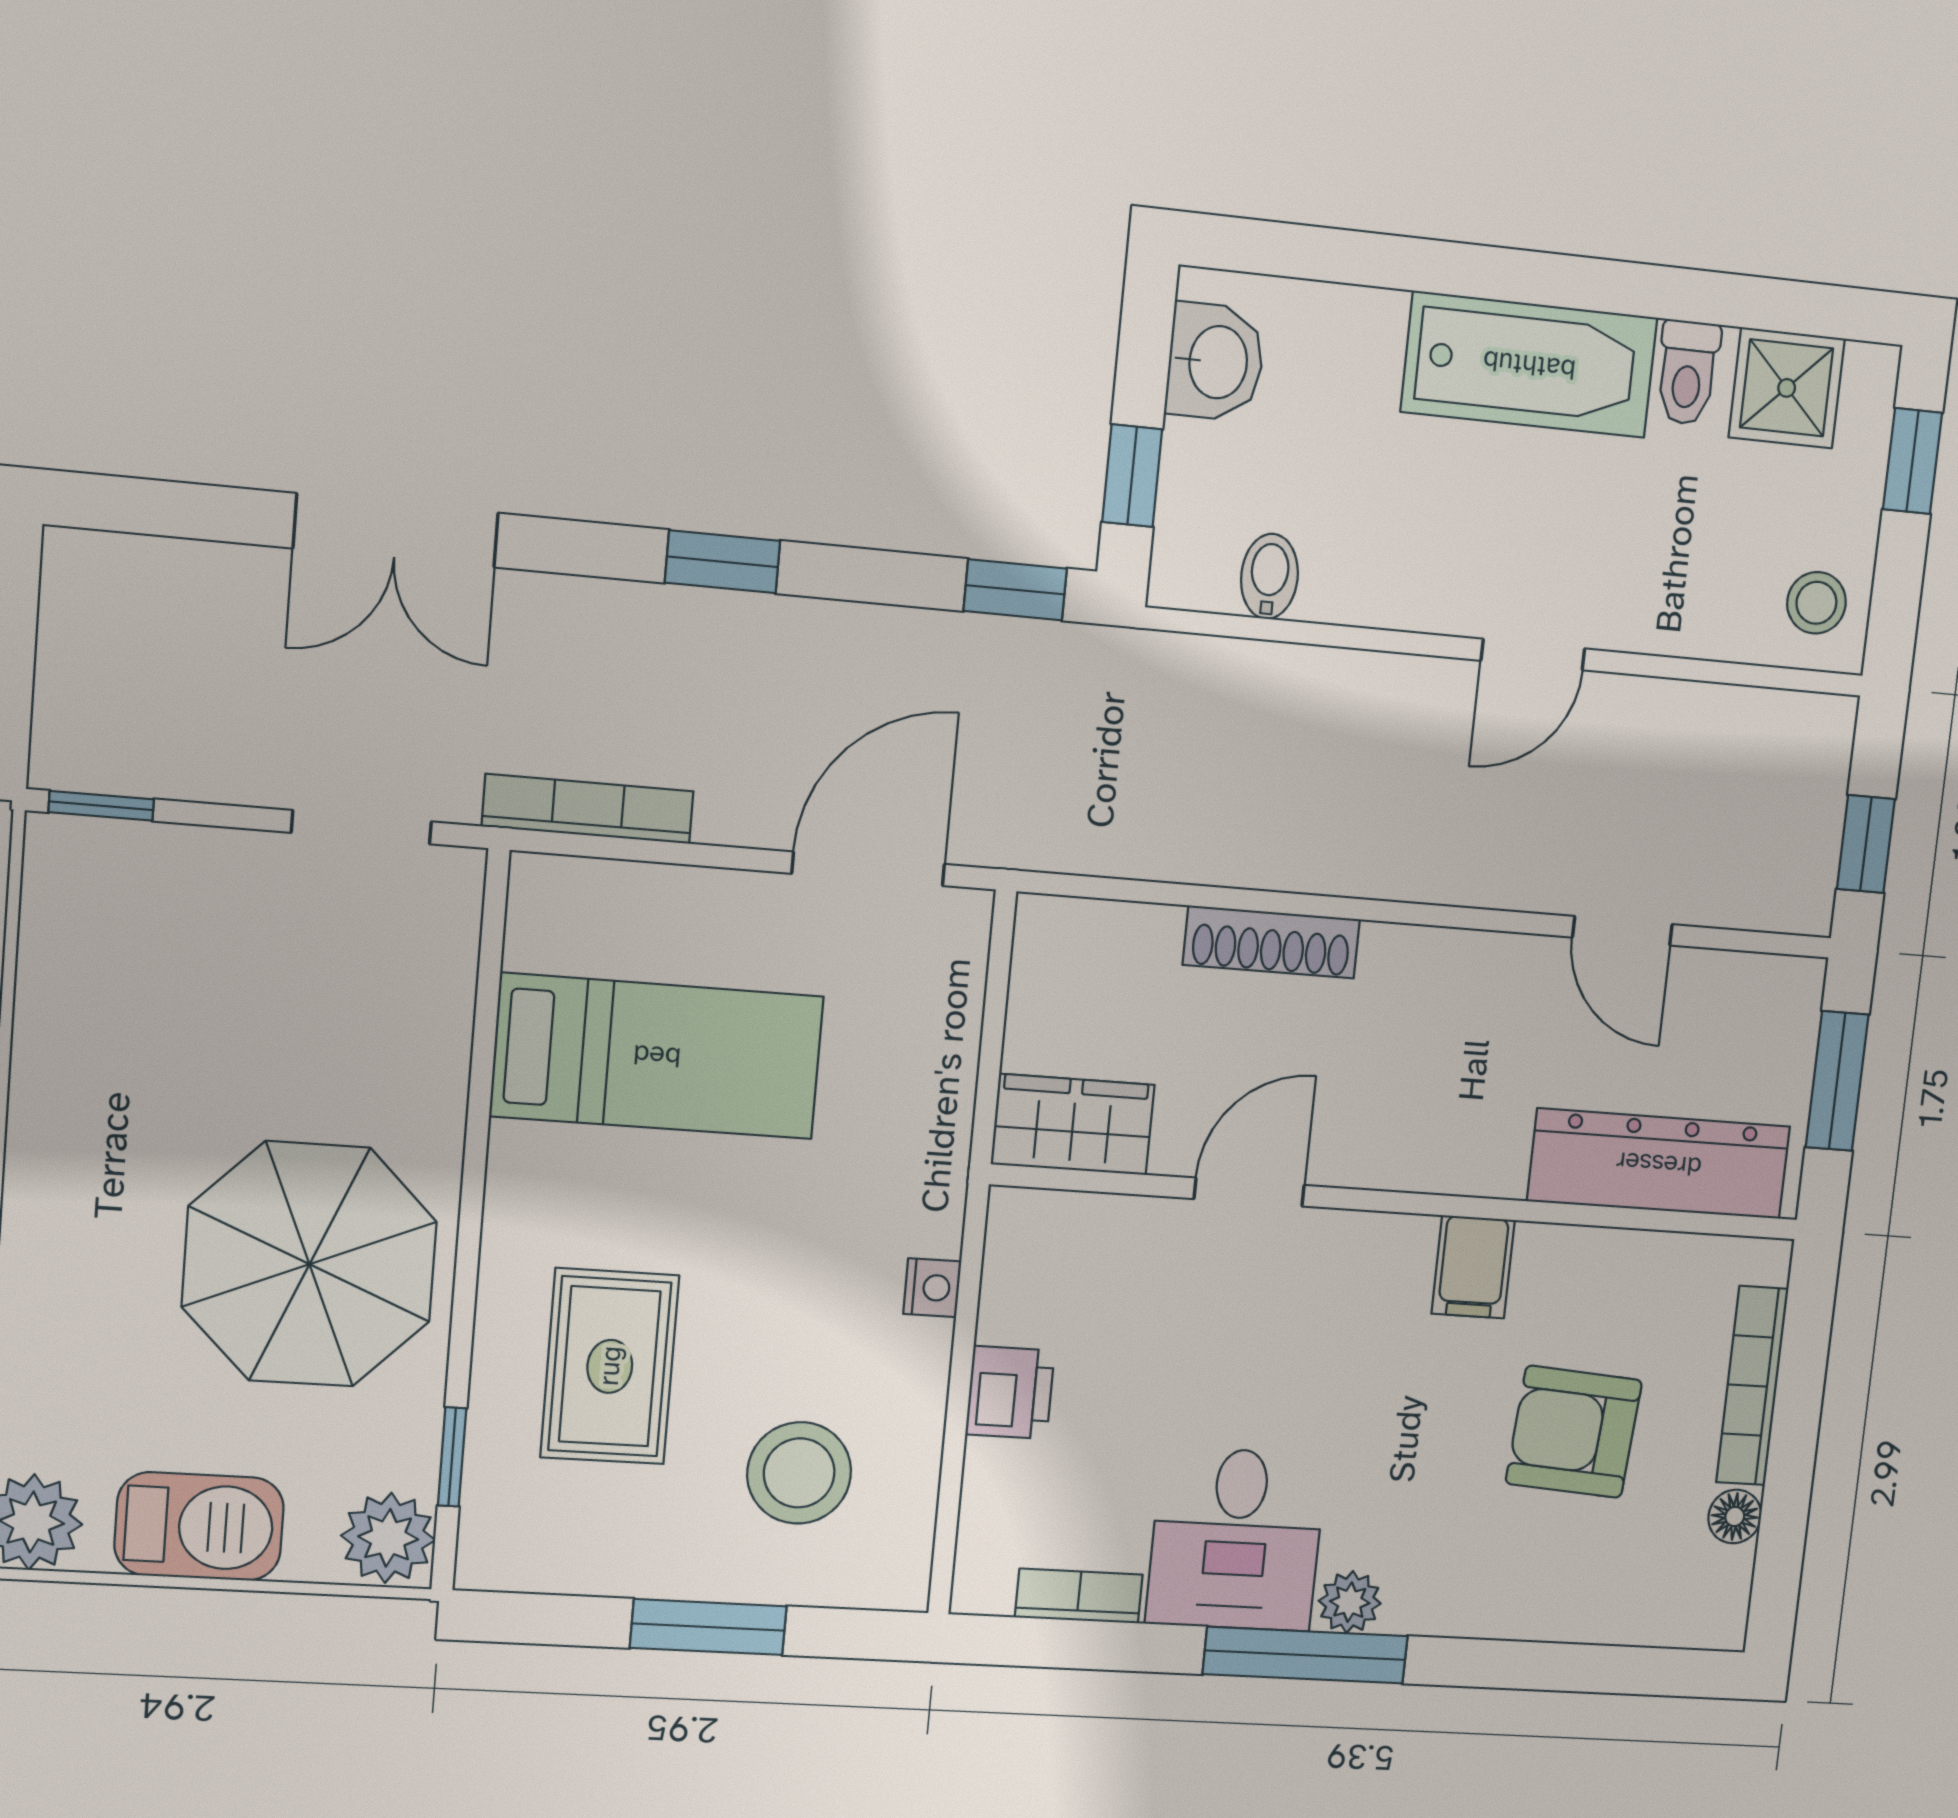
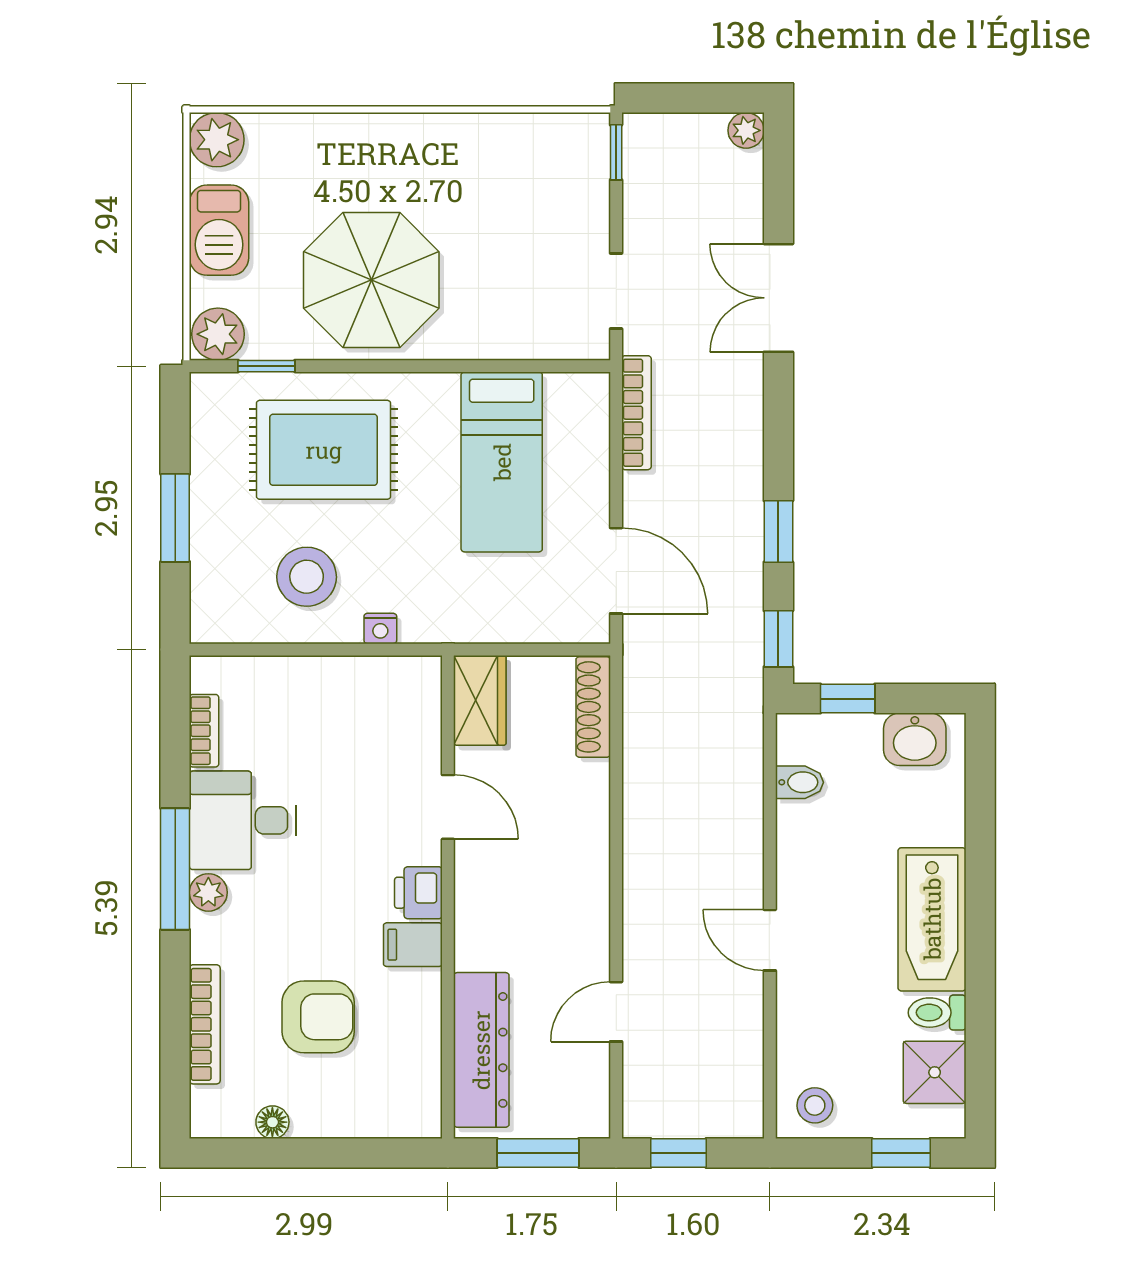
plant: (75, 561) -> (746, 130), added
window: (723, 562) -> (778, 531), moved
shoe rack: (1271, 942) -> (593, 707), moved
rug: (610, 1366) -> (324, 450), width x1.36, depth x1.43
bookcase: (1752, 1386) -> (205, 1024), moved, turned 90
printer: (1010, 1393) -> (418, 893), moved, turned 90
armchair: (1574, 1432) -> (318, 1017), turned 86
stool: (799, 1473) -> (307, 577), moved

